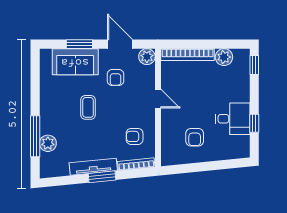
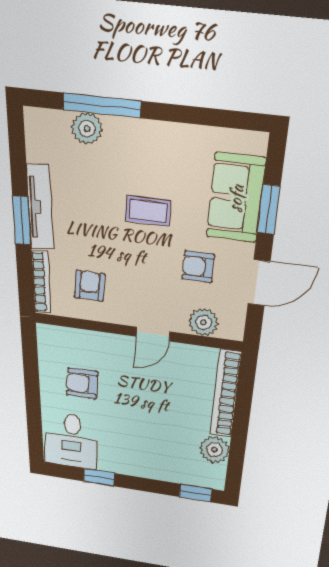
plant: (147, 57) -> (204, 322), moved
desk: (233, 119) -> (72, 441), moved

